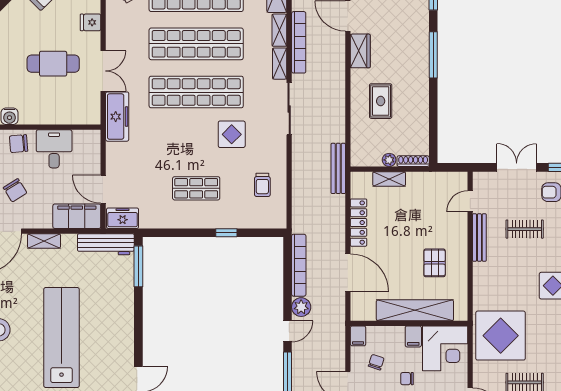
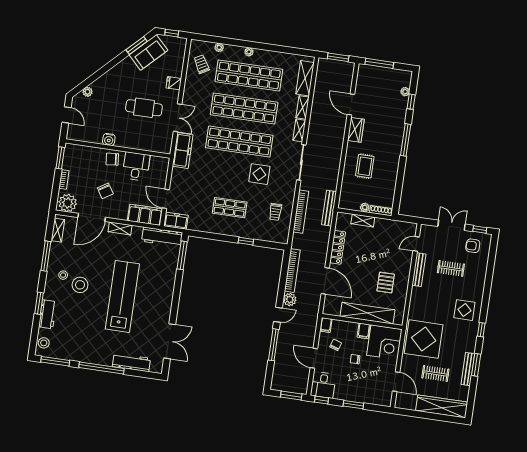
bookcase: (299, 42) -> (301, 212), moved

